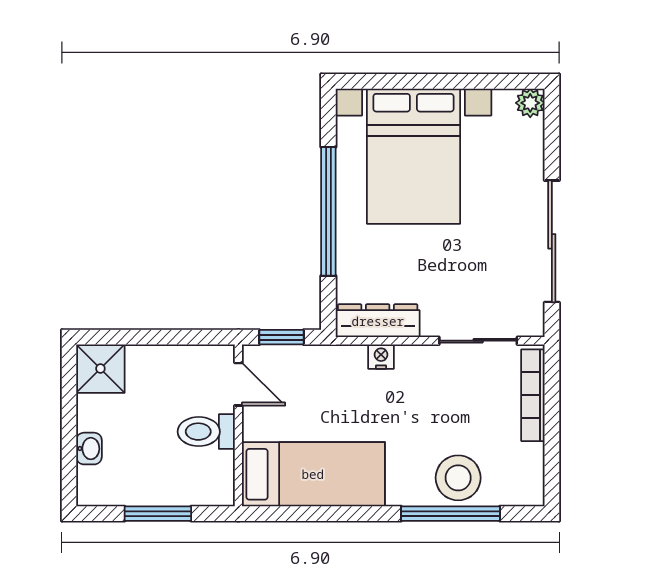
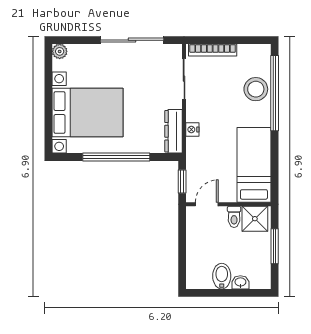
shower: (100, 369) -> (255, 219), moved
bidet: (101, 413) -> (222, 276), added
toilet: (206, 432) -> (234, 217), width x0.73, depth x0.72
window: (450, 514) -> (275, 93), width x1.46

